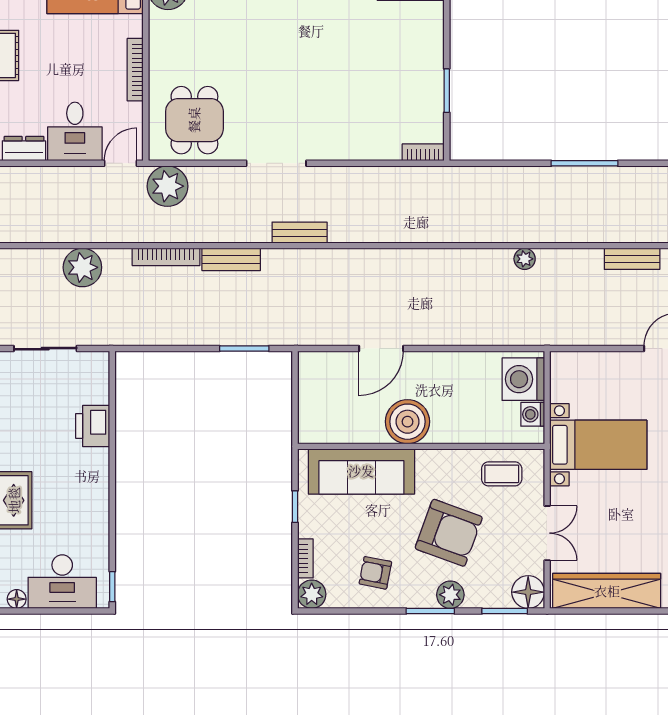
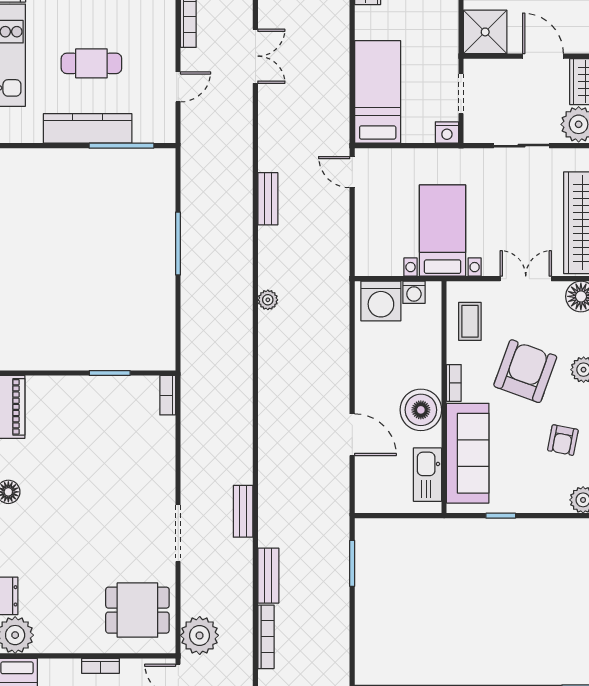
bookcase: (135, 70) -> (101, 666), width x0.64
kitchen sink: (339, 429) -> (428, 475), added
bookcase: (305, 558) -> (454, 383), moved, turned 90

